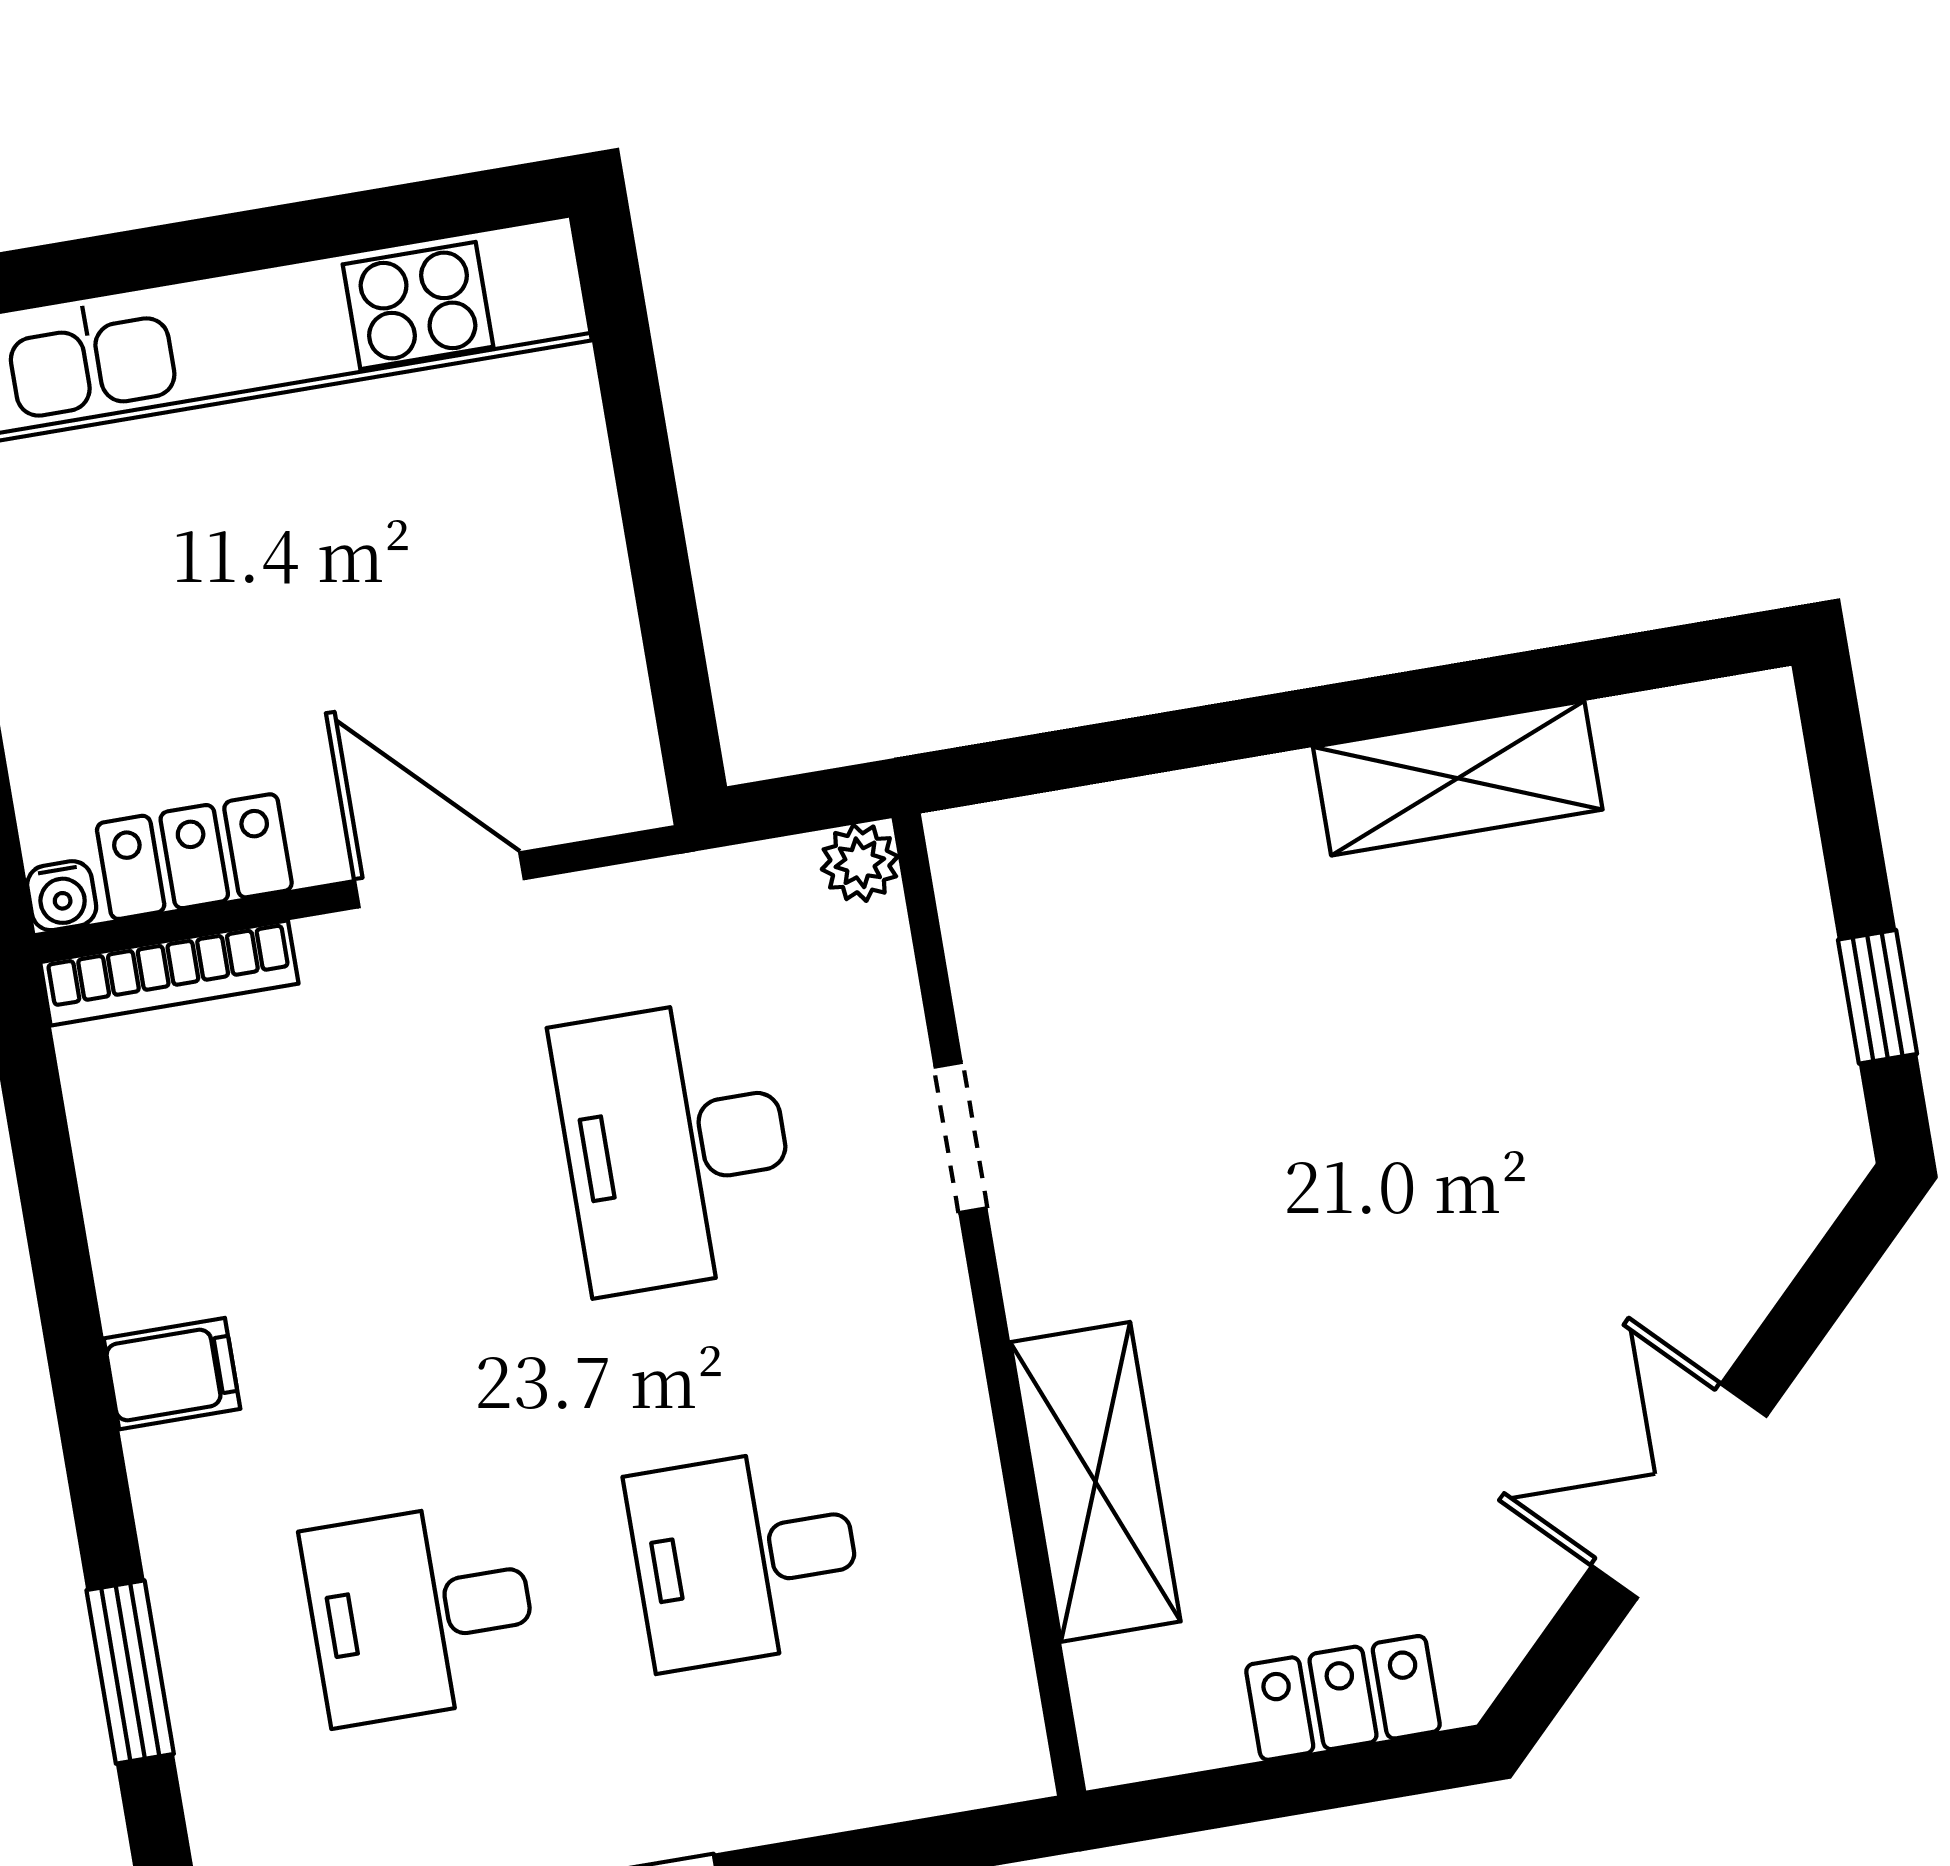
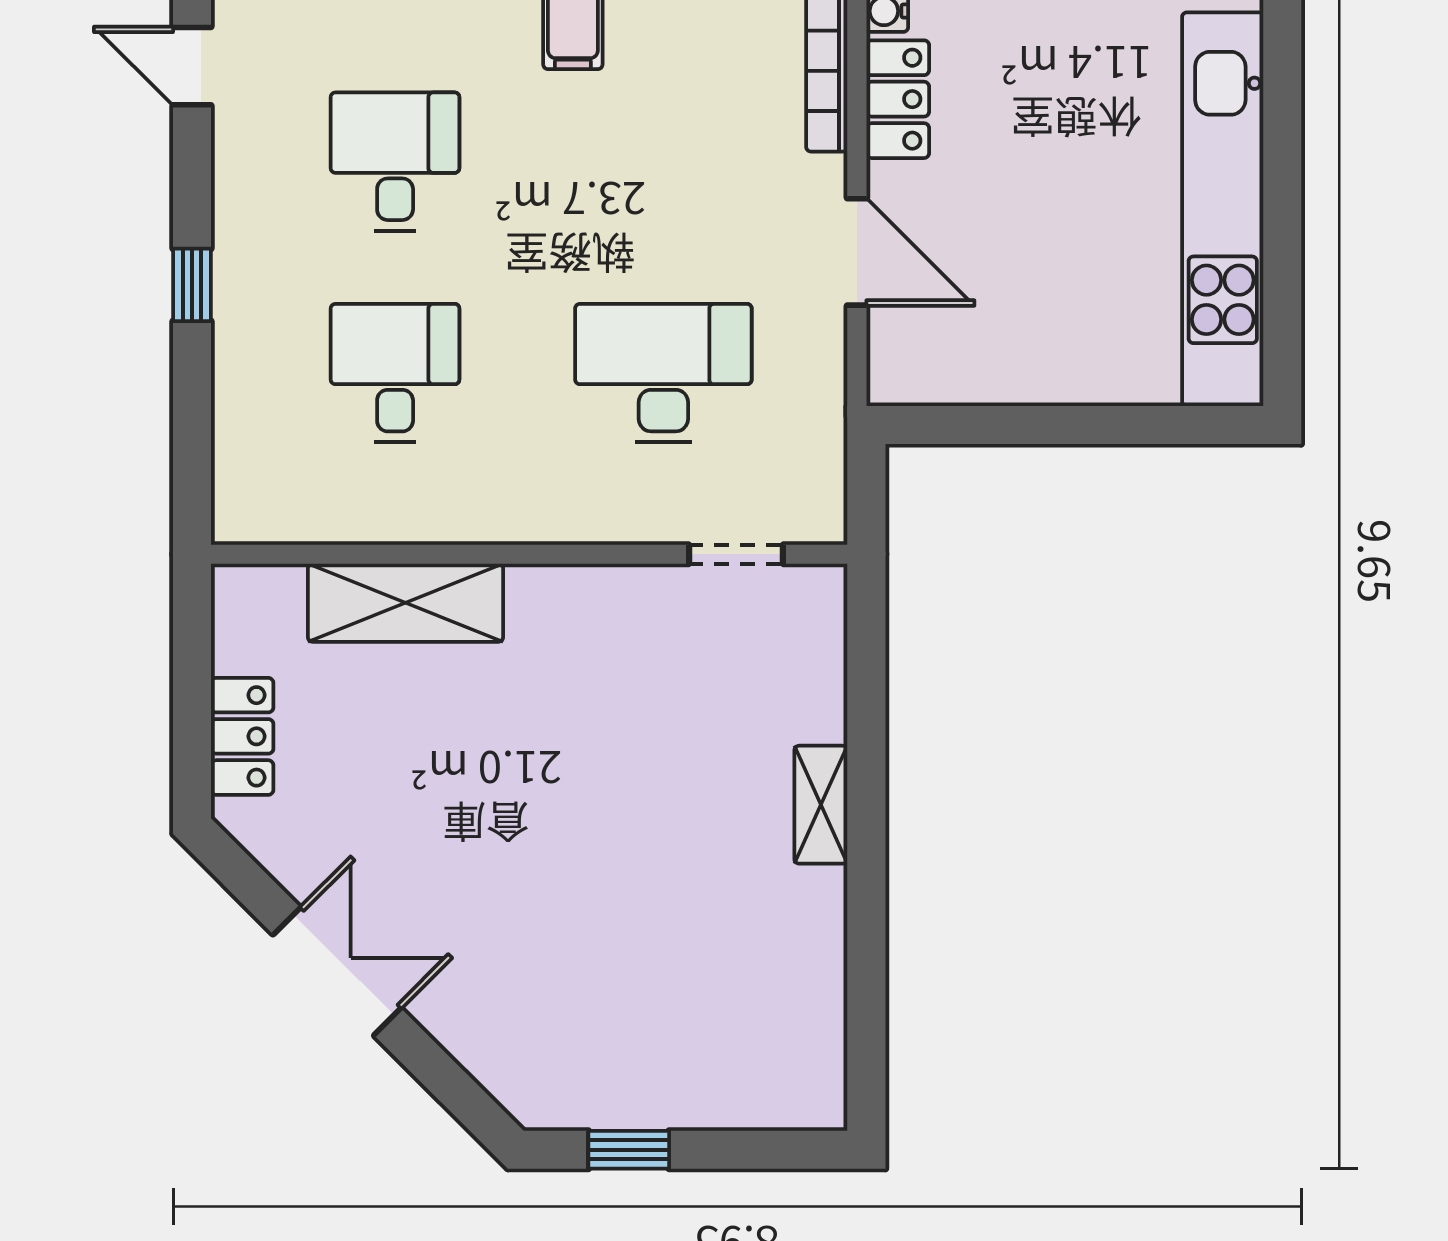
shelving: (1458, 778) -> (821, 805), moved, width x0.67, depth x0.75
plant: (860, 863) -> (823, 520), removed
door: (439, 880) -> (857, 252), hinge flipped
doorway: (961, 1138) -> (736, 554), moved

